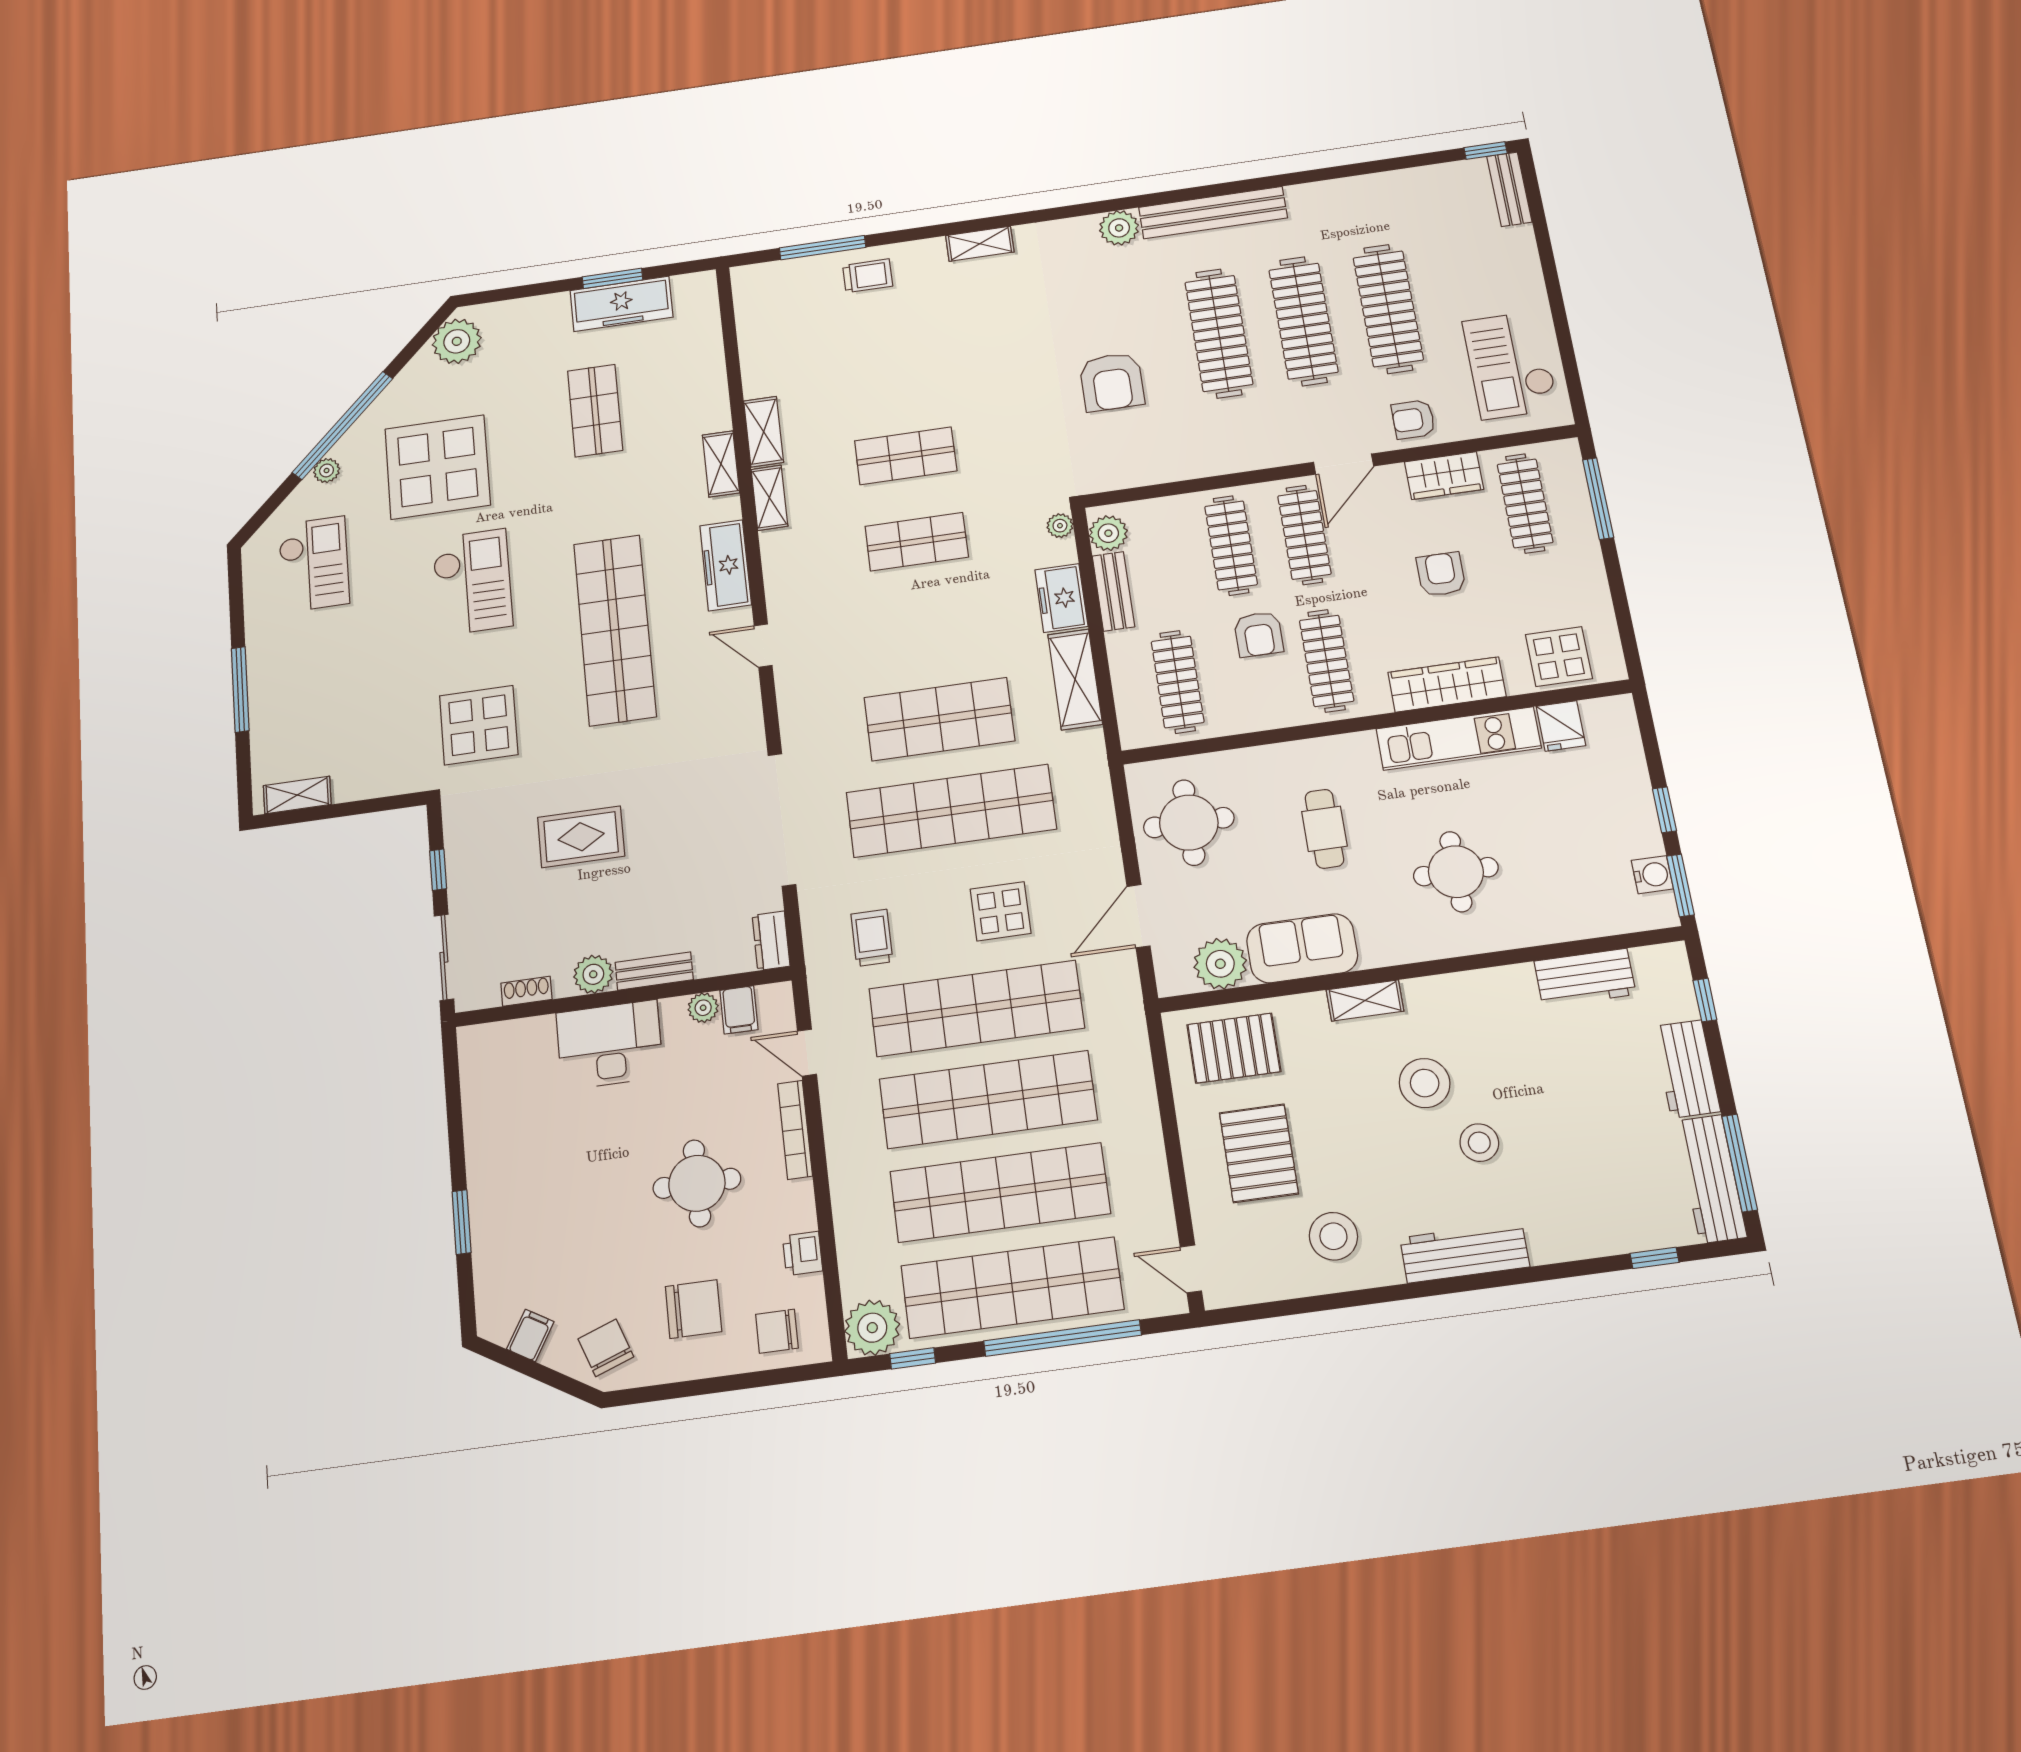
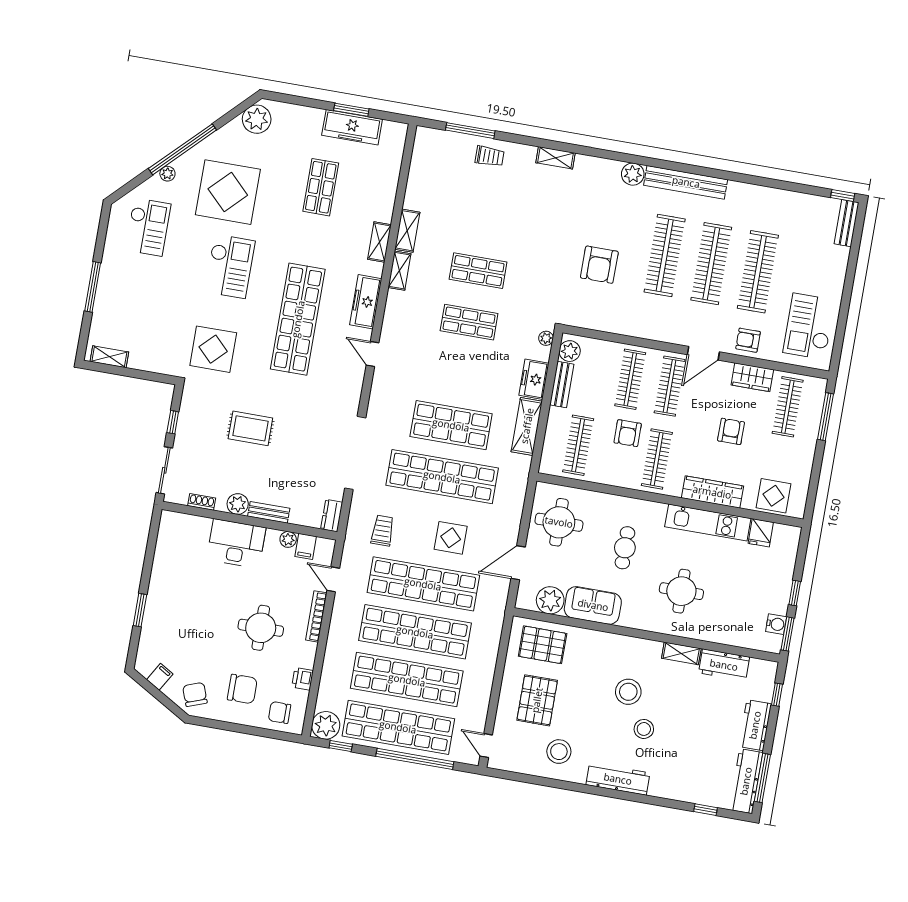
shelving: (1365, 1000) -> (681, 653), moved

